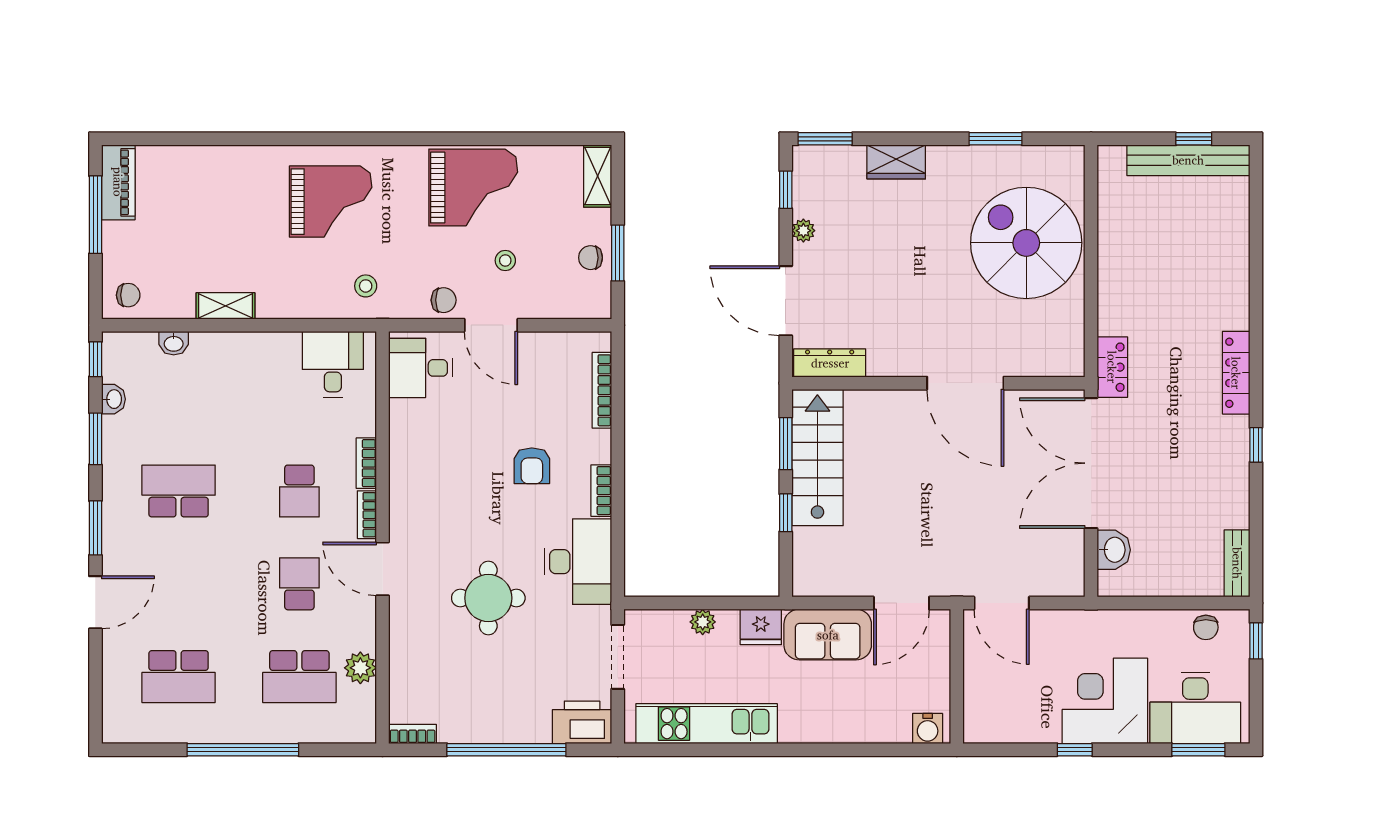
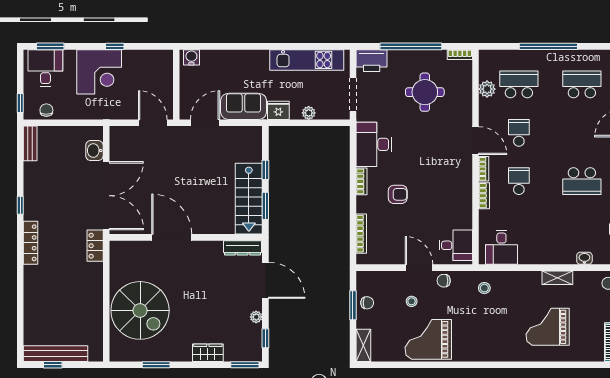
grand piano: (331, 202) -> (548, 327), moved
armchair: (532, 466) -> (398, 194), turned 90
school desk: (299, 584) -> (519, 133), turned 180
round table: (488, 598) -> (425, 92), moved
desk: (1195, 708) -> (45, 68), width x0.73

